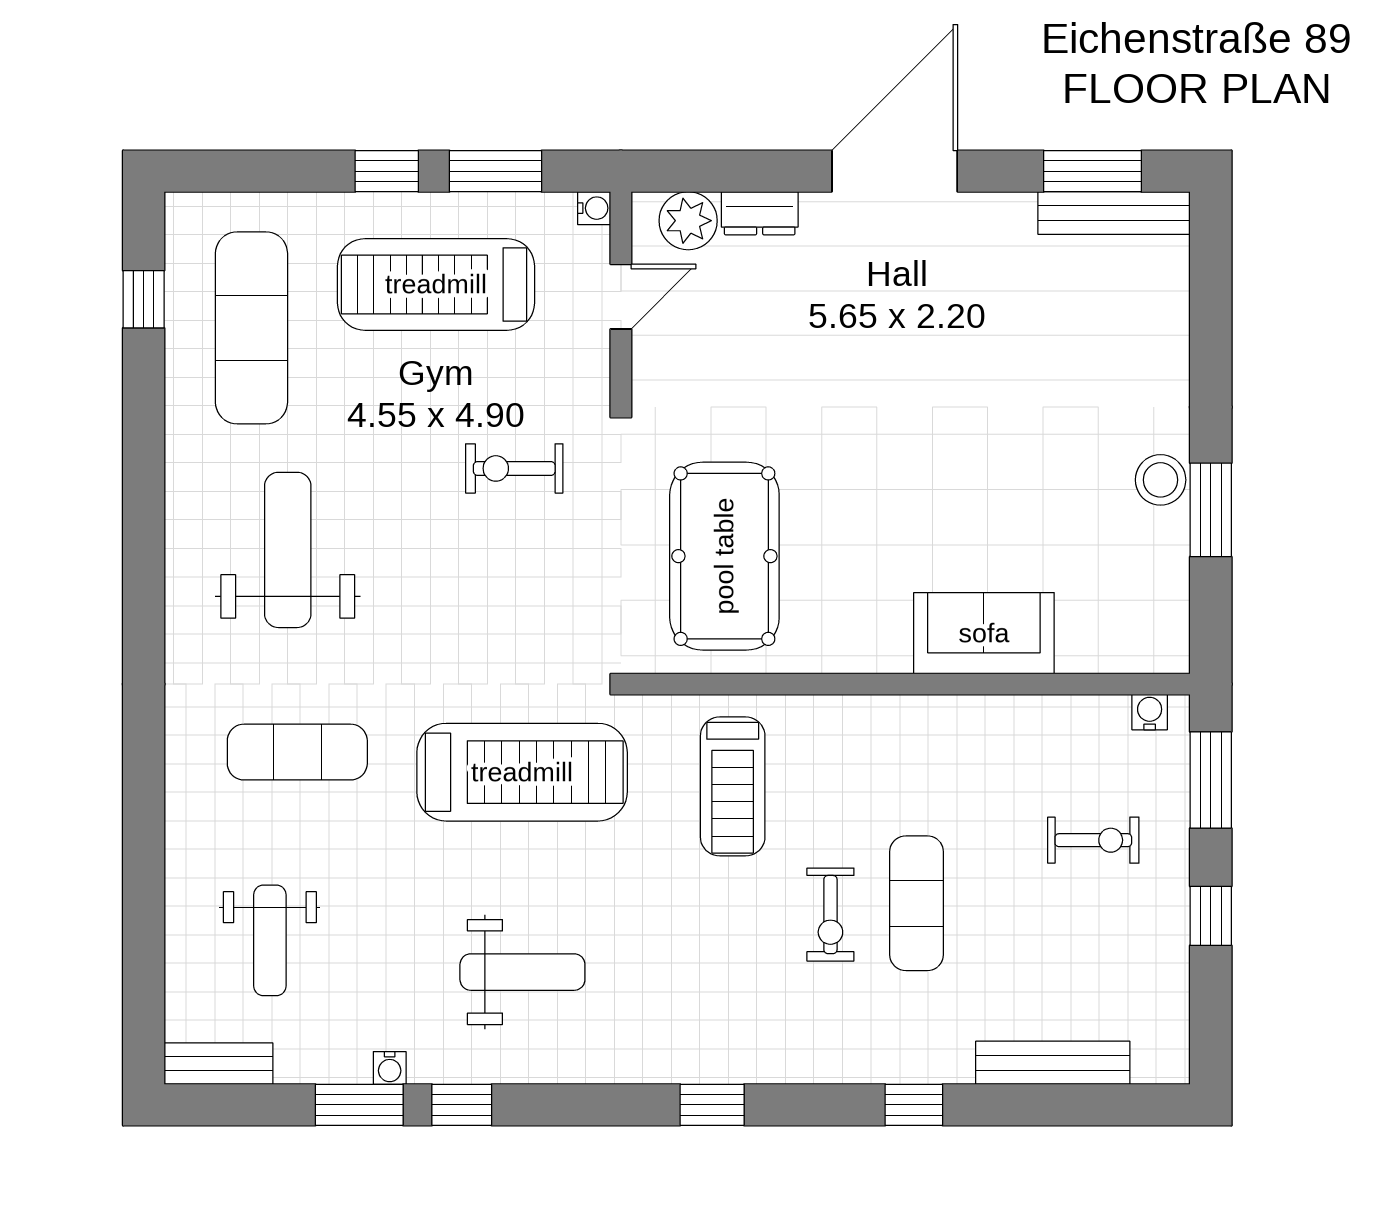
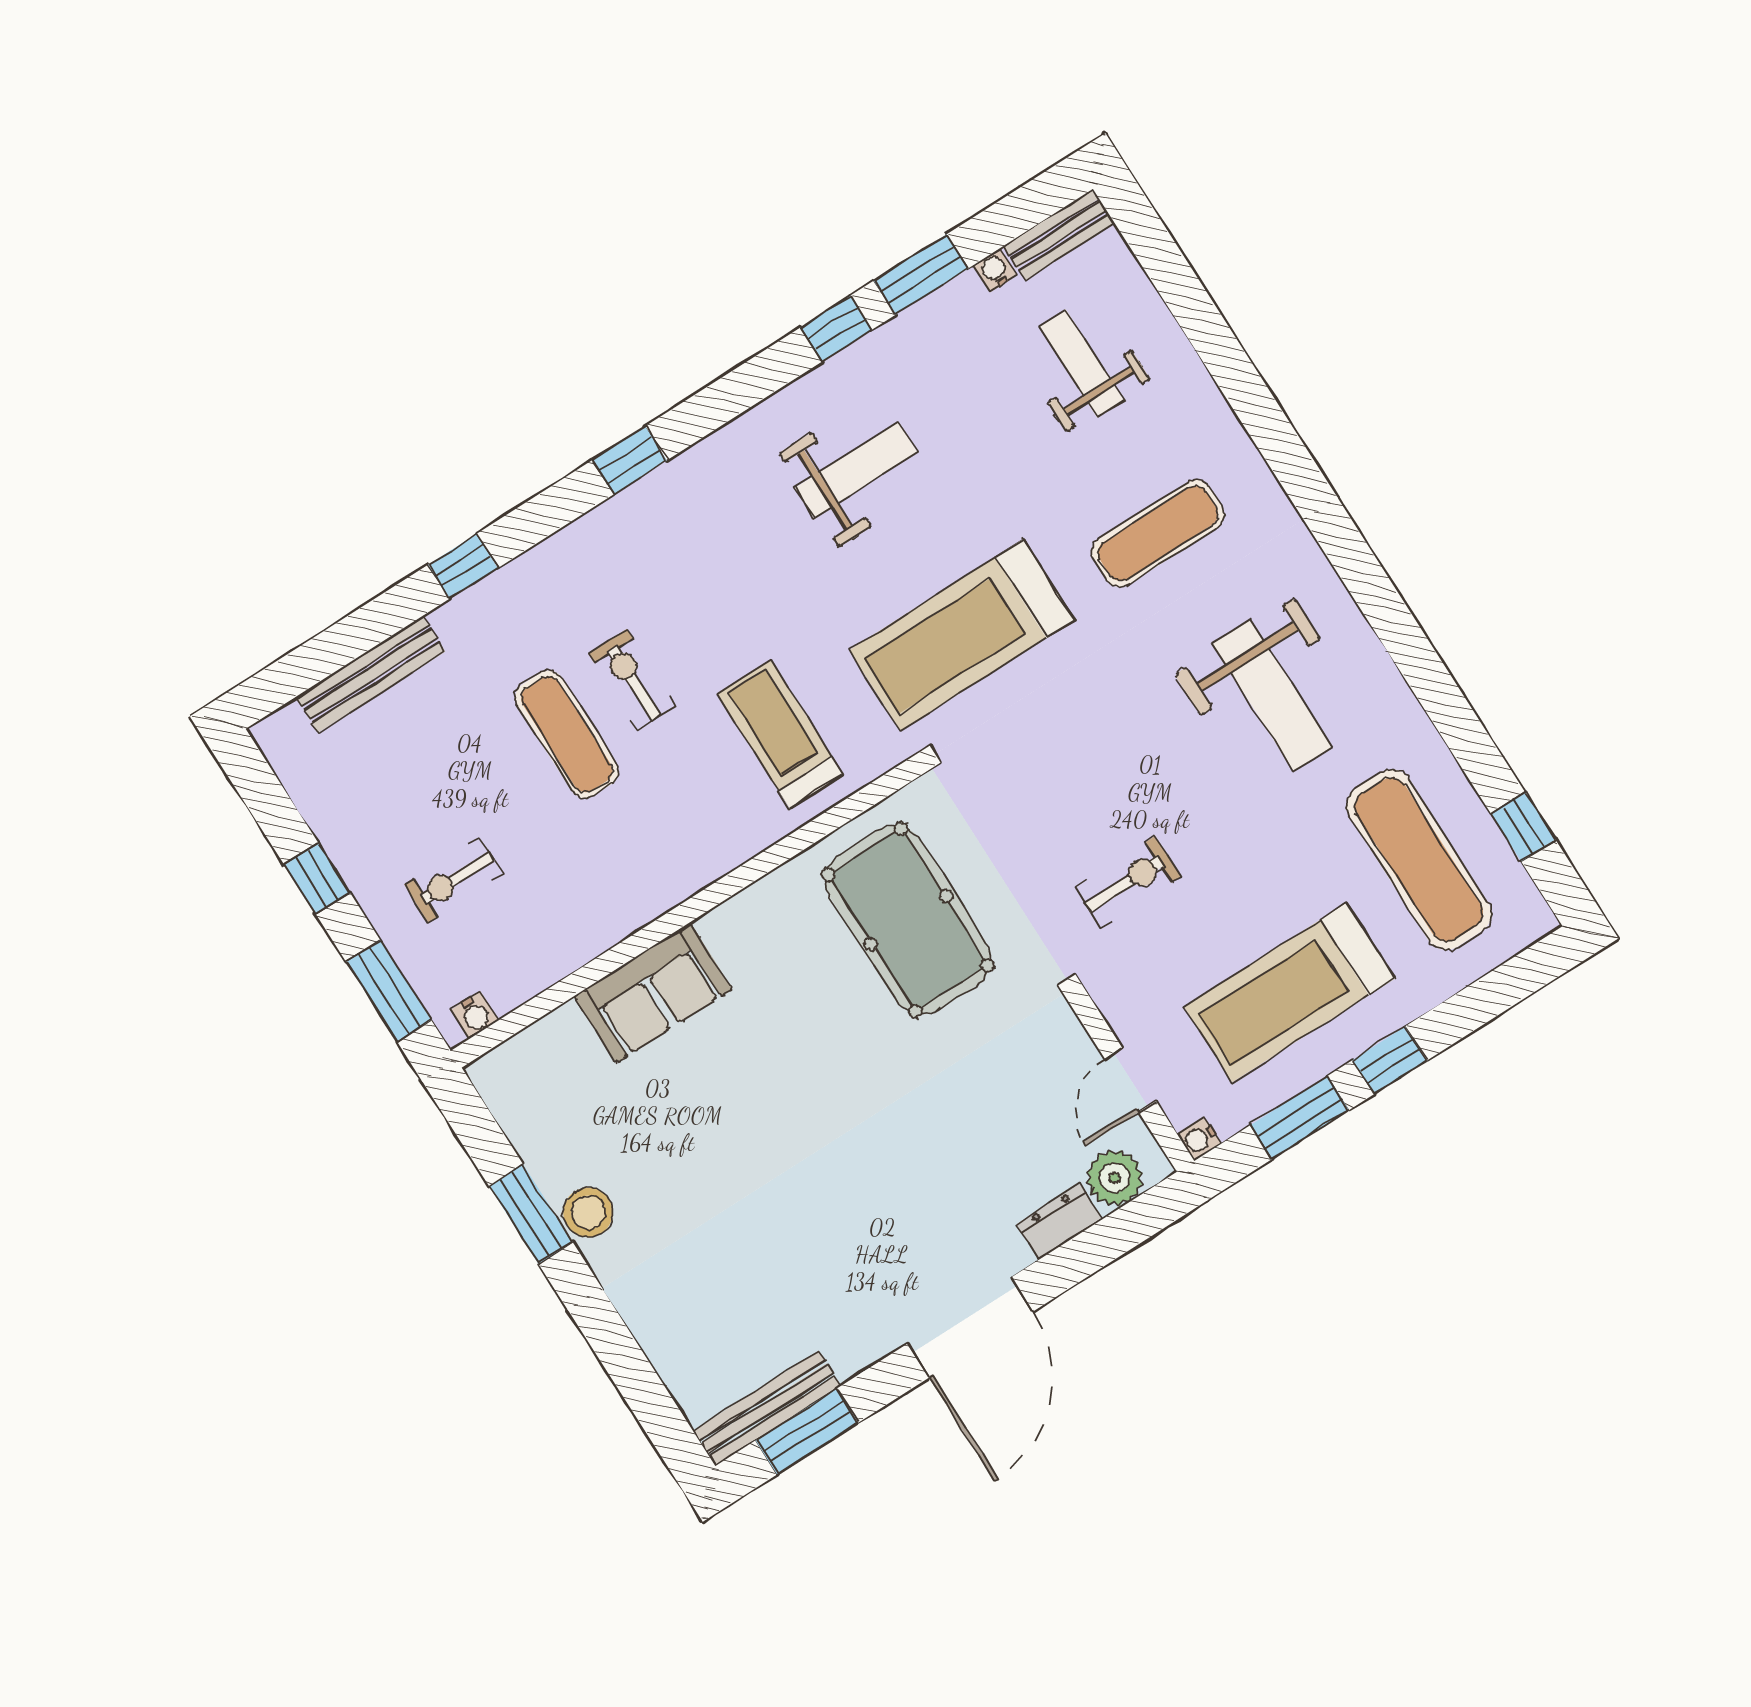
treadmill: (436, 284) -> (1289, 993), turned 180
weight bench: (522, 972) -> (856, 470), turned 180
water cooler: (390, 1068) -> (995, 270), moved

